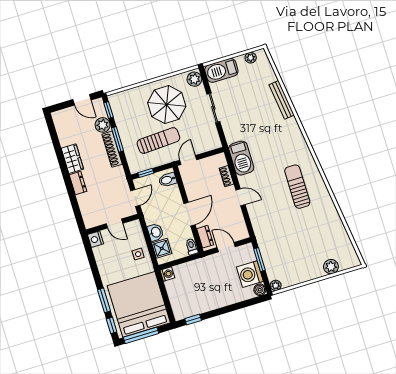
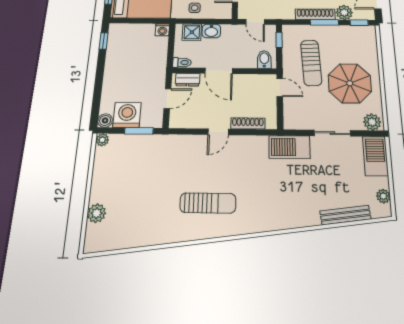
bench: (282, 100) -> (345, 215), moved
barbecue: (241, 158) -> (289, 147), moved
shoe rack: (226, 176) -> (248, 123), width x1.43

